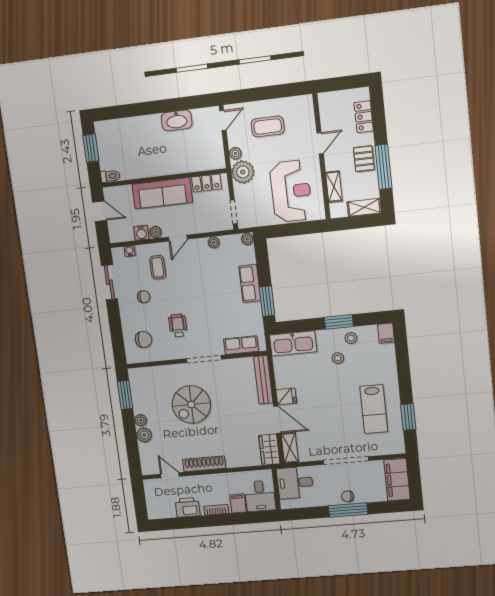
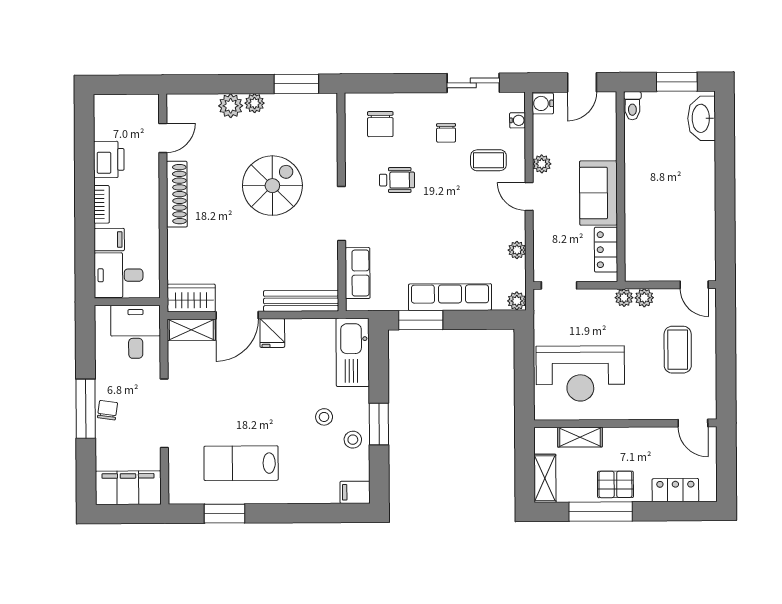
washbasin: (177, 120) -> (702, 118), moved
door: (320, 143) -> (693, 423), moved
plant: (243, 172) -> (624, 298), width x0.53, depth x0.53
sofa: (162, 193) -> (598, 193), width x0.73
water cooler: (141, 233) -> (543, 103), moved
row of seats: (250, 283) -> (450, 297), width x1.48
spiral stairs: (191, 404) -> (272, 186), turned 90

